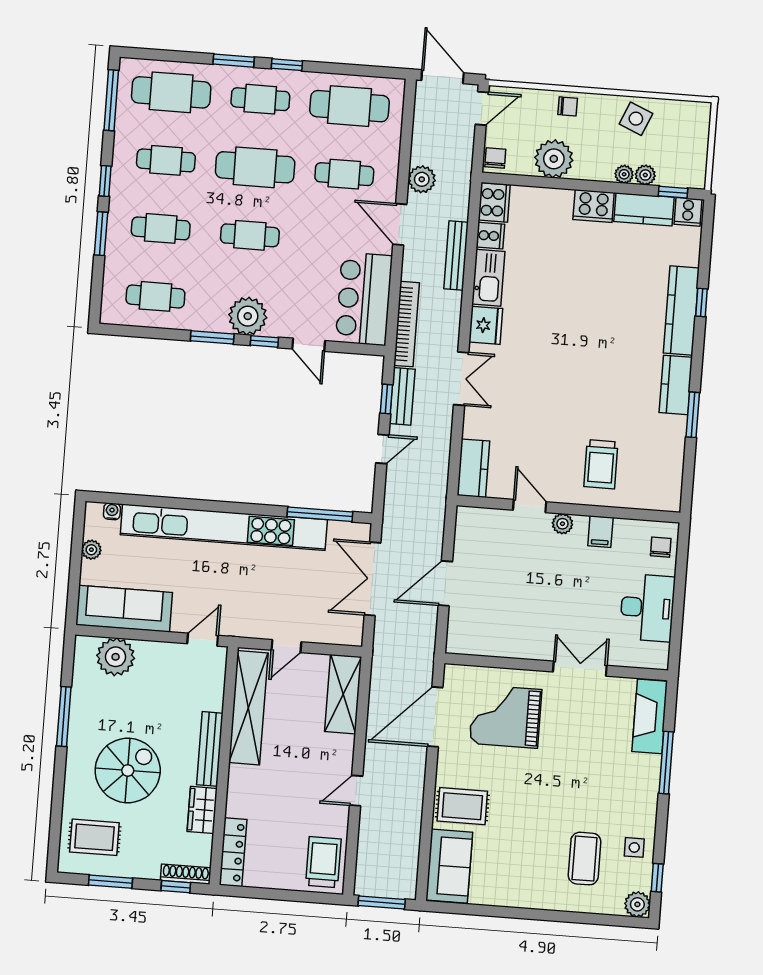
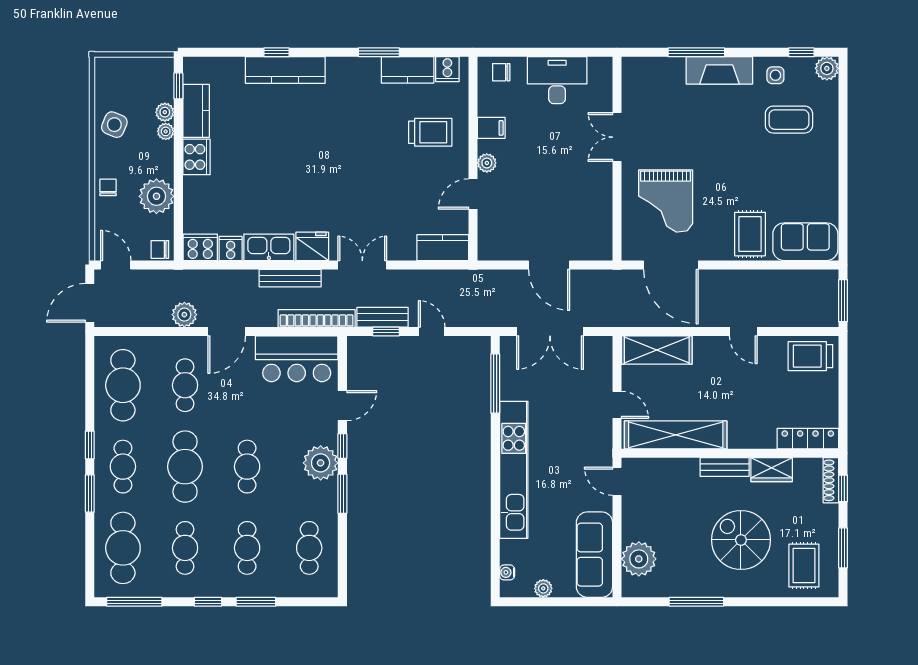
cooker: (688, 212) -> (447, 69), moved, turned 90
bench: (456, 256) -> (290, 278), moved
kitchen counter: (676, 385) -> (408, 70), moved
kitchen unit: (224, 527) -> (514, 470), width x0.73
fireplace: (650, 716) -> (719, 70), moved
bench: (210, 749) -> (725, 467), width x0.73

